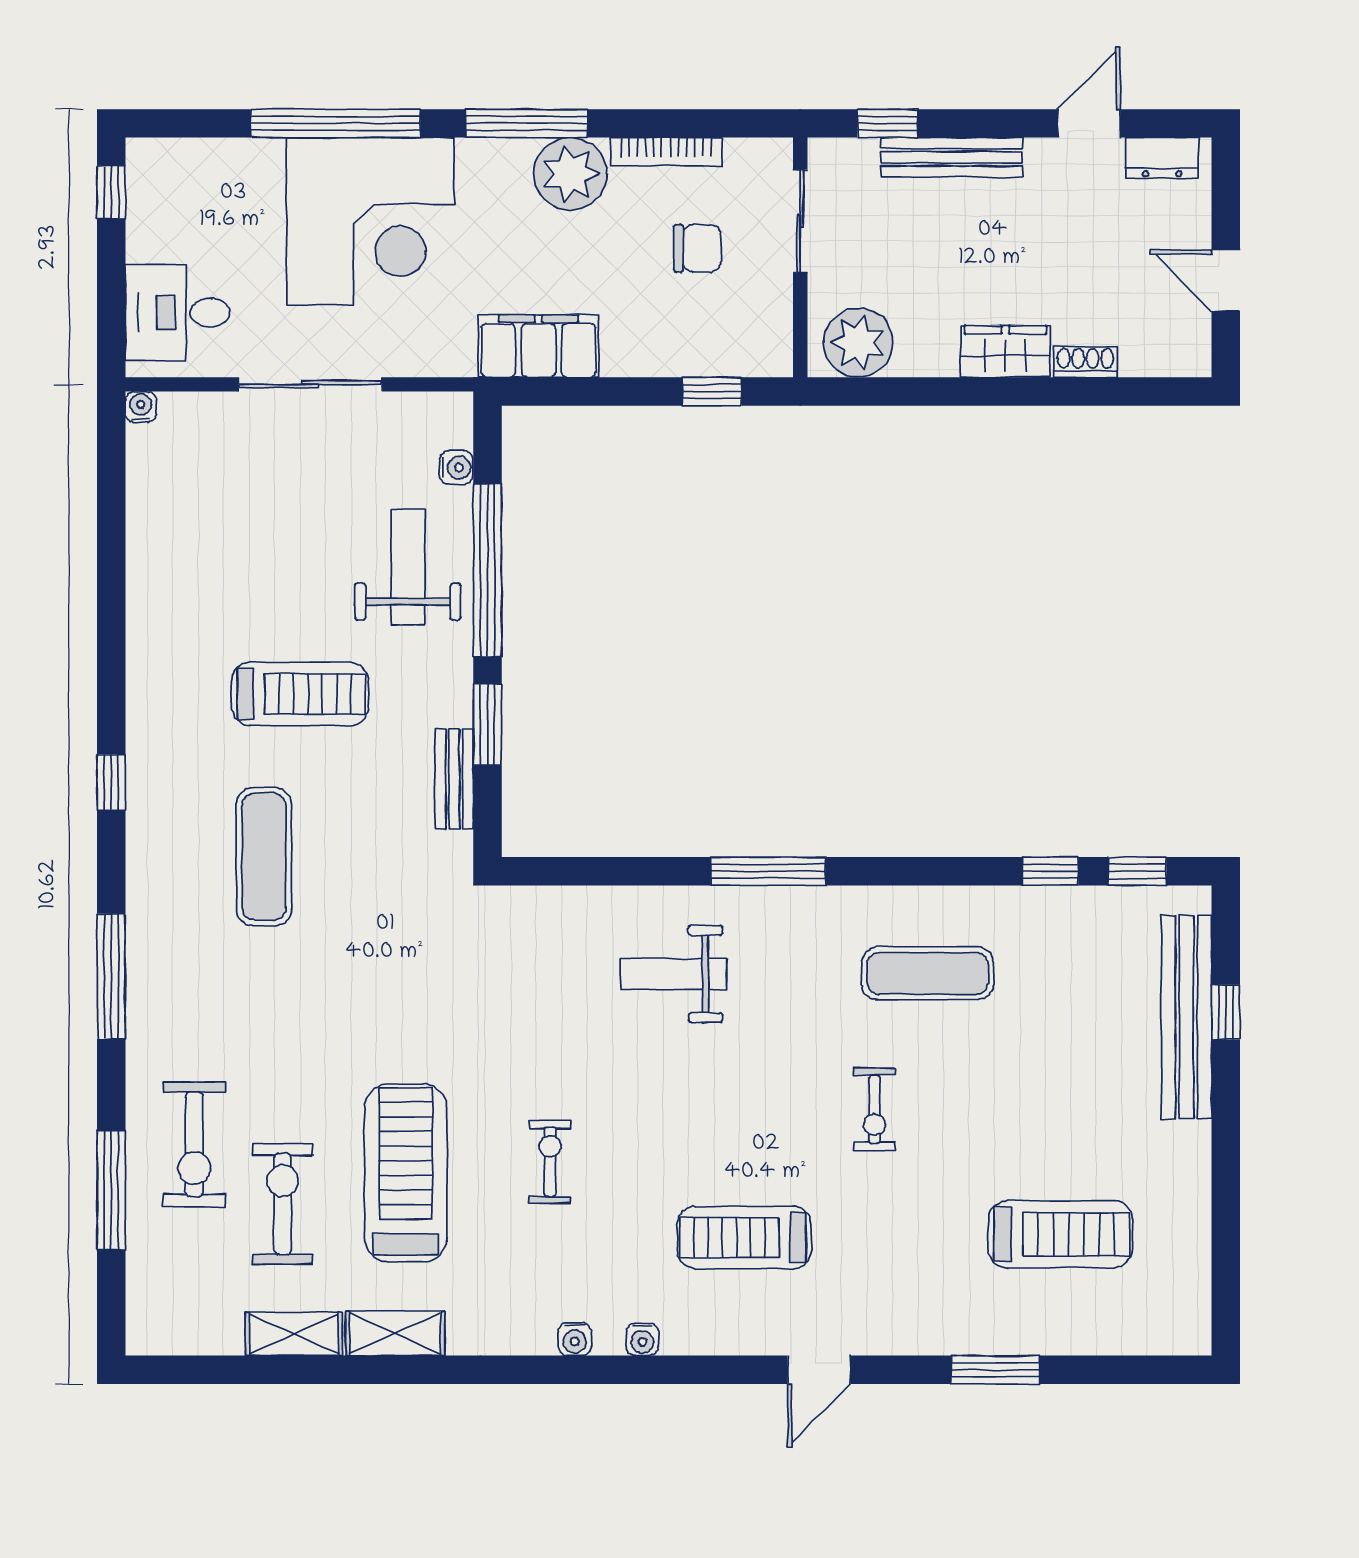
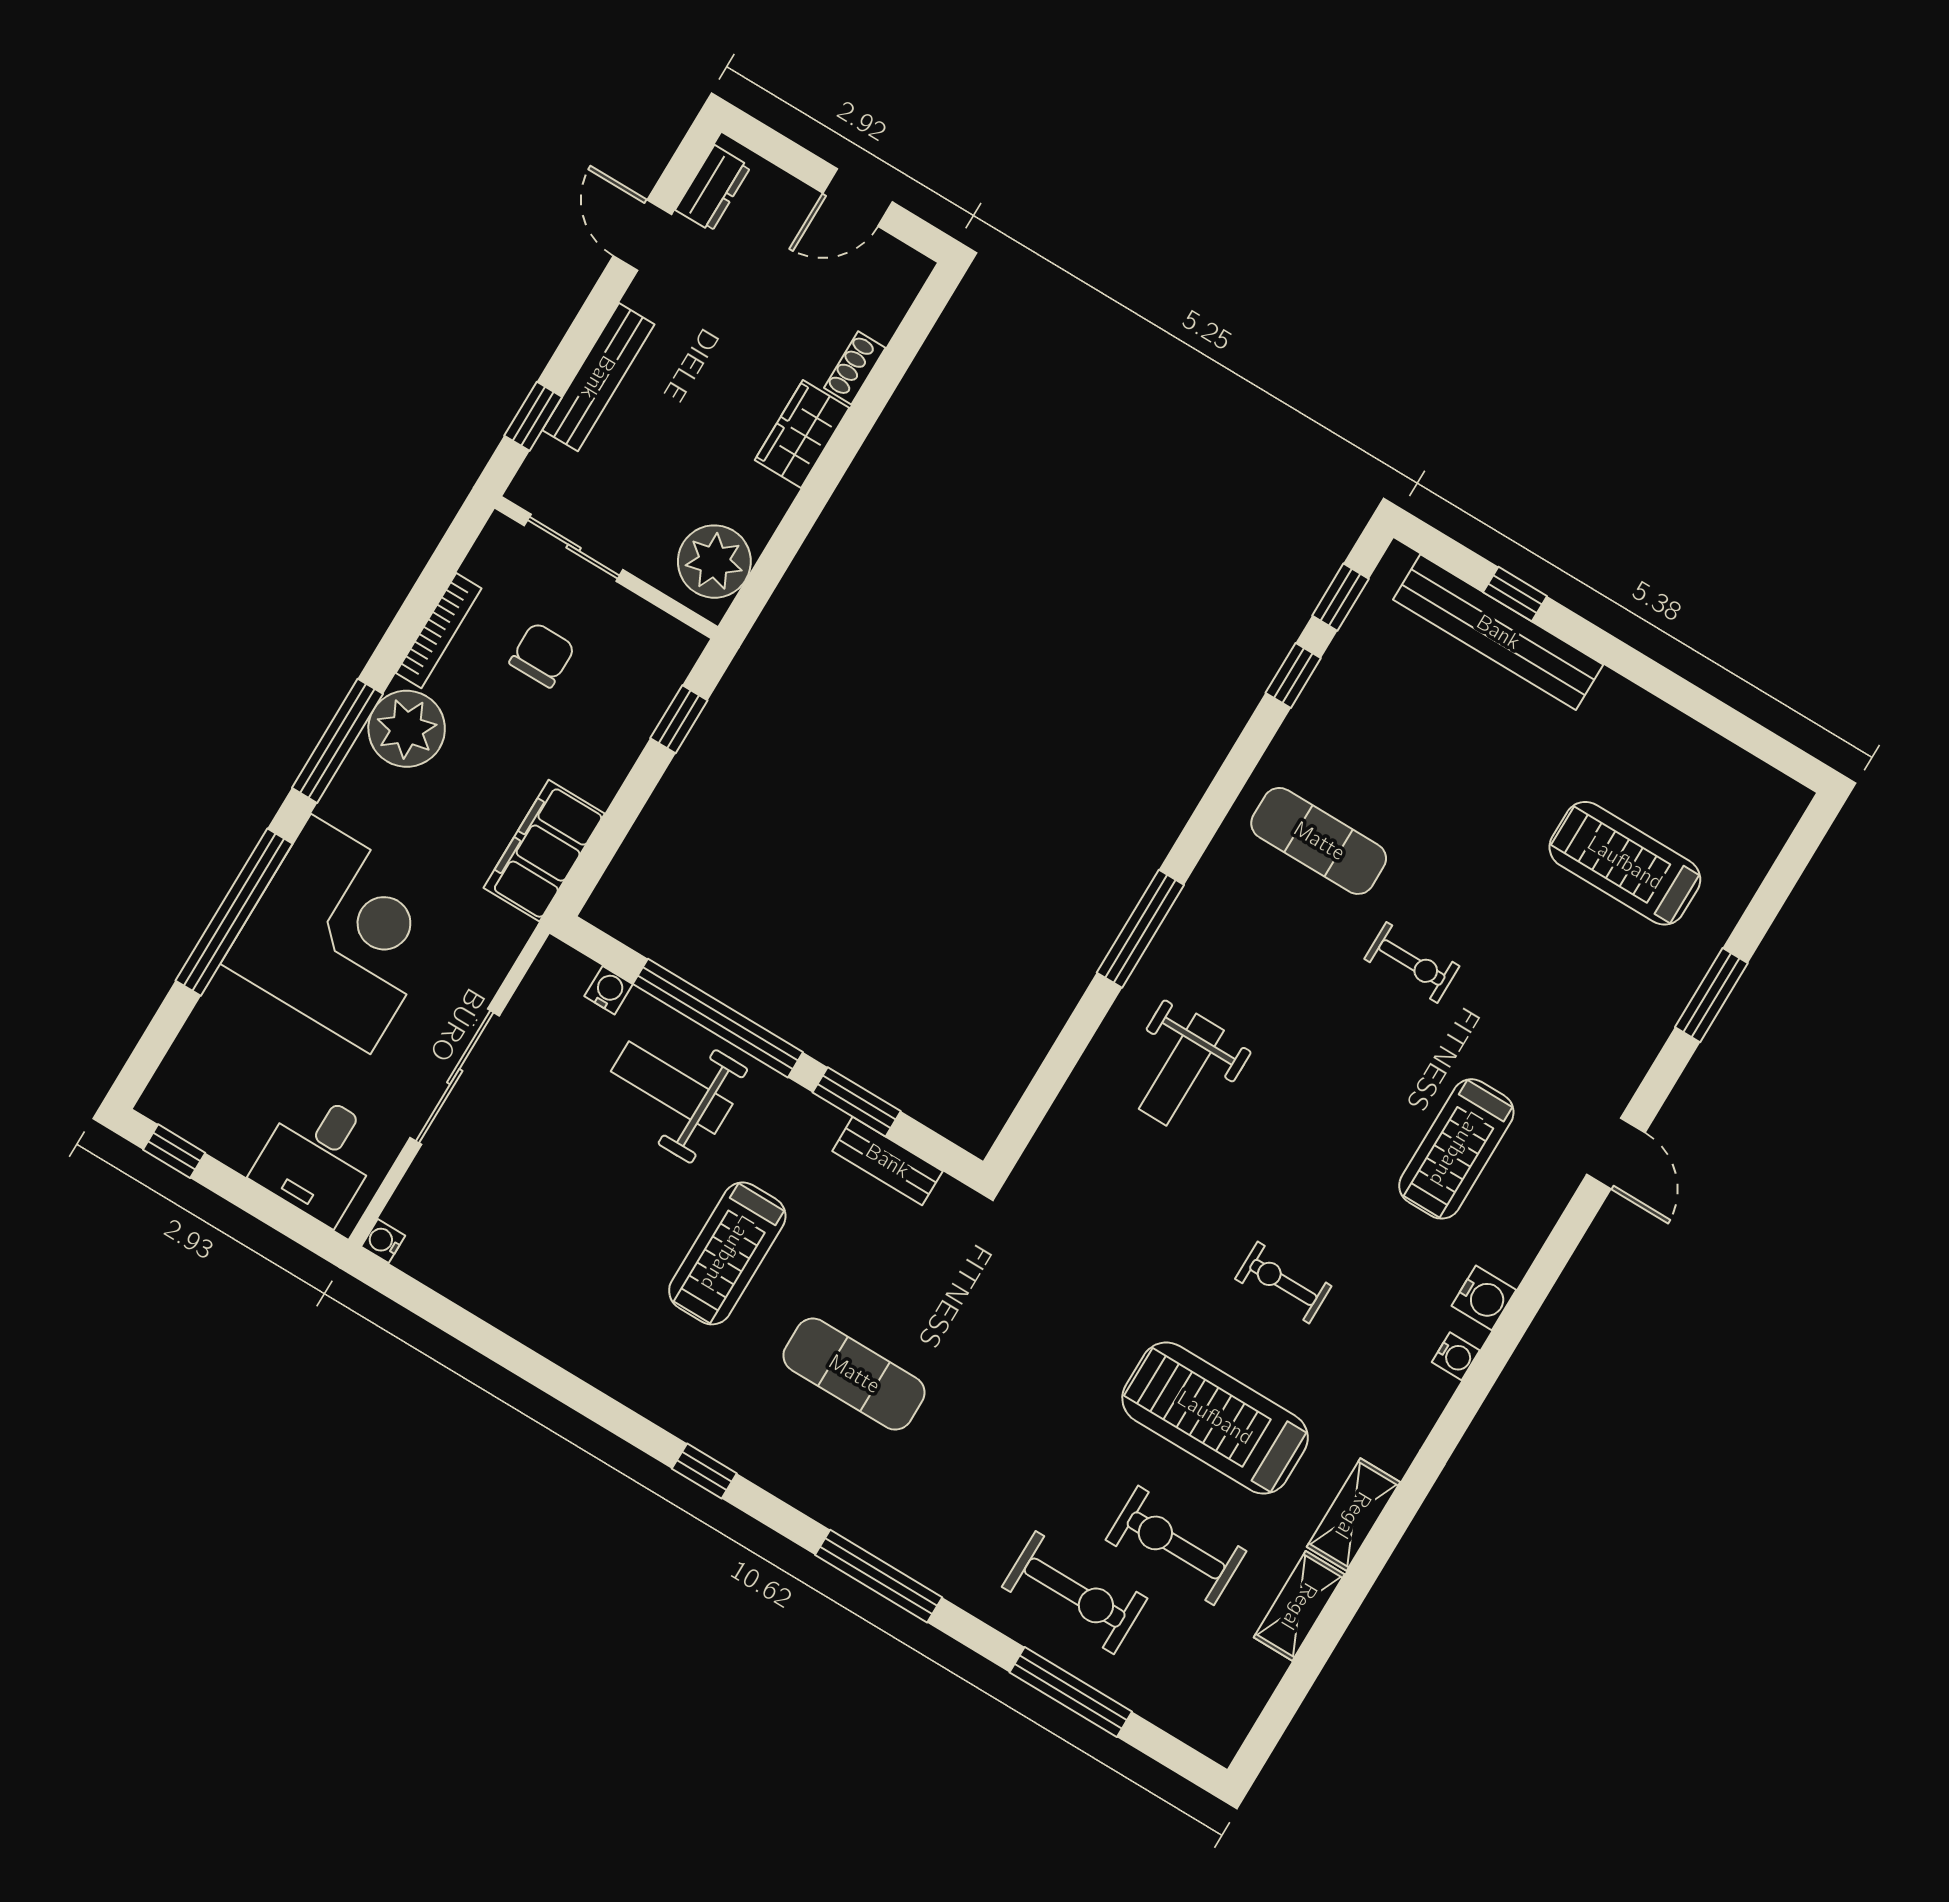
treadmill: (300, 694) -> (727, 1253), turned 180
exercise mat: (928, 973) -> (1319, 841), turned 90
treadmill: (1060, 1234) -> (1625, 863), turned -90
water cooler: (642, 1339) -> (1484, 1298), width x1.38, depth x1.38

